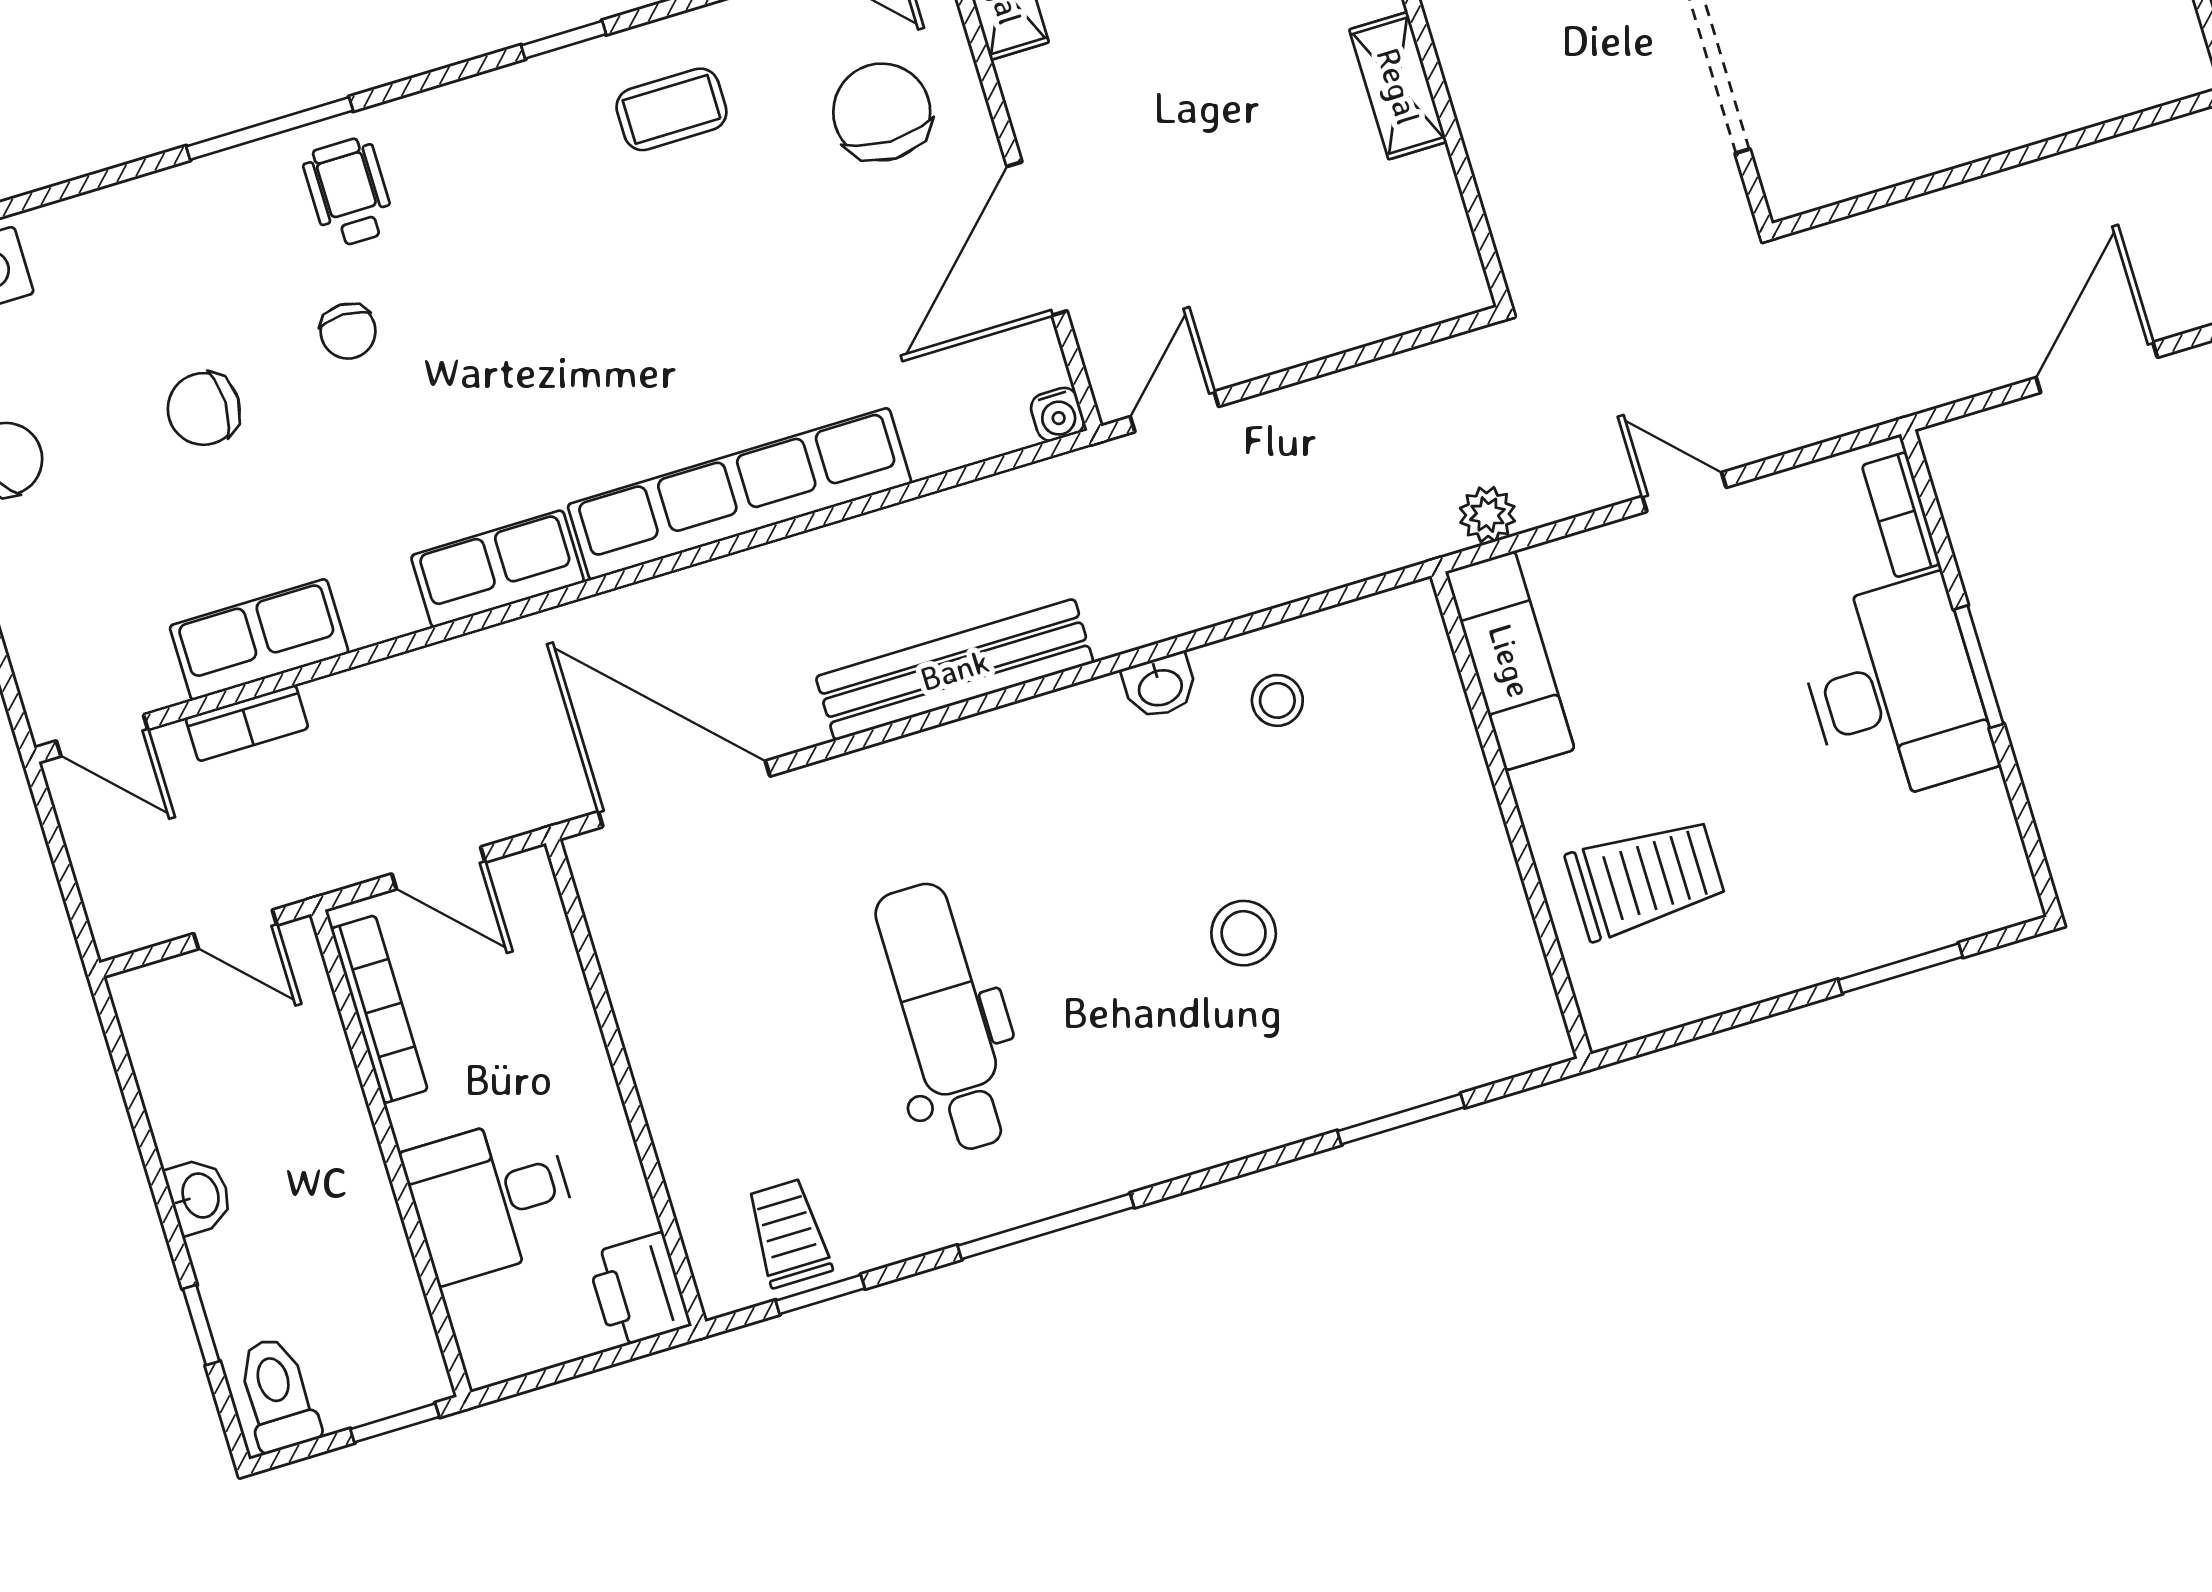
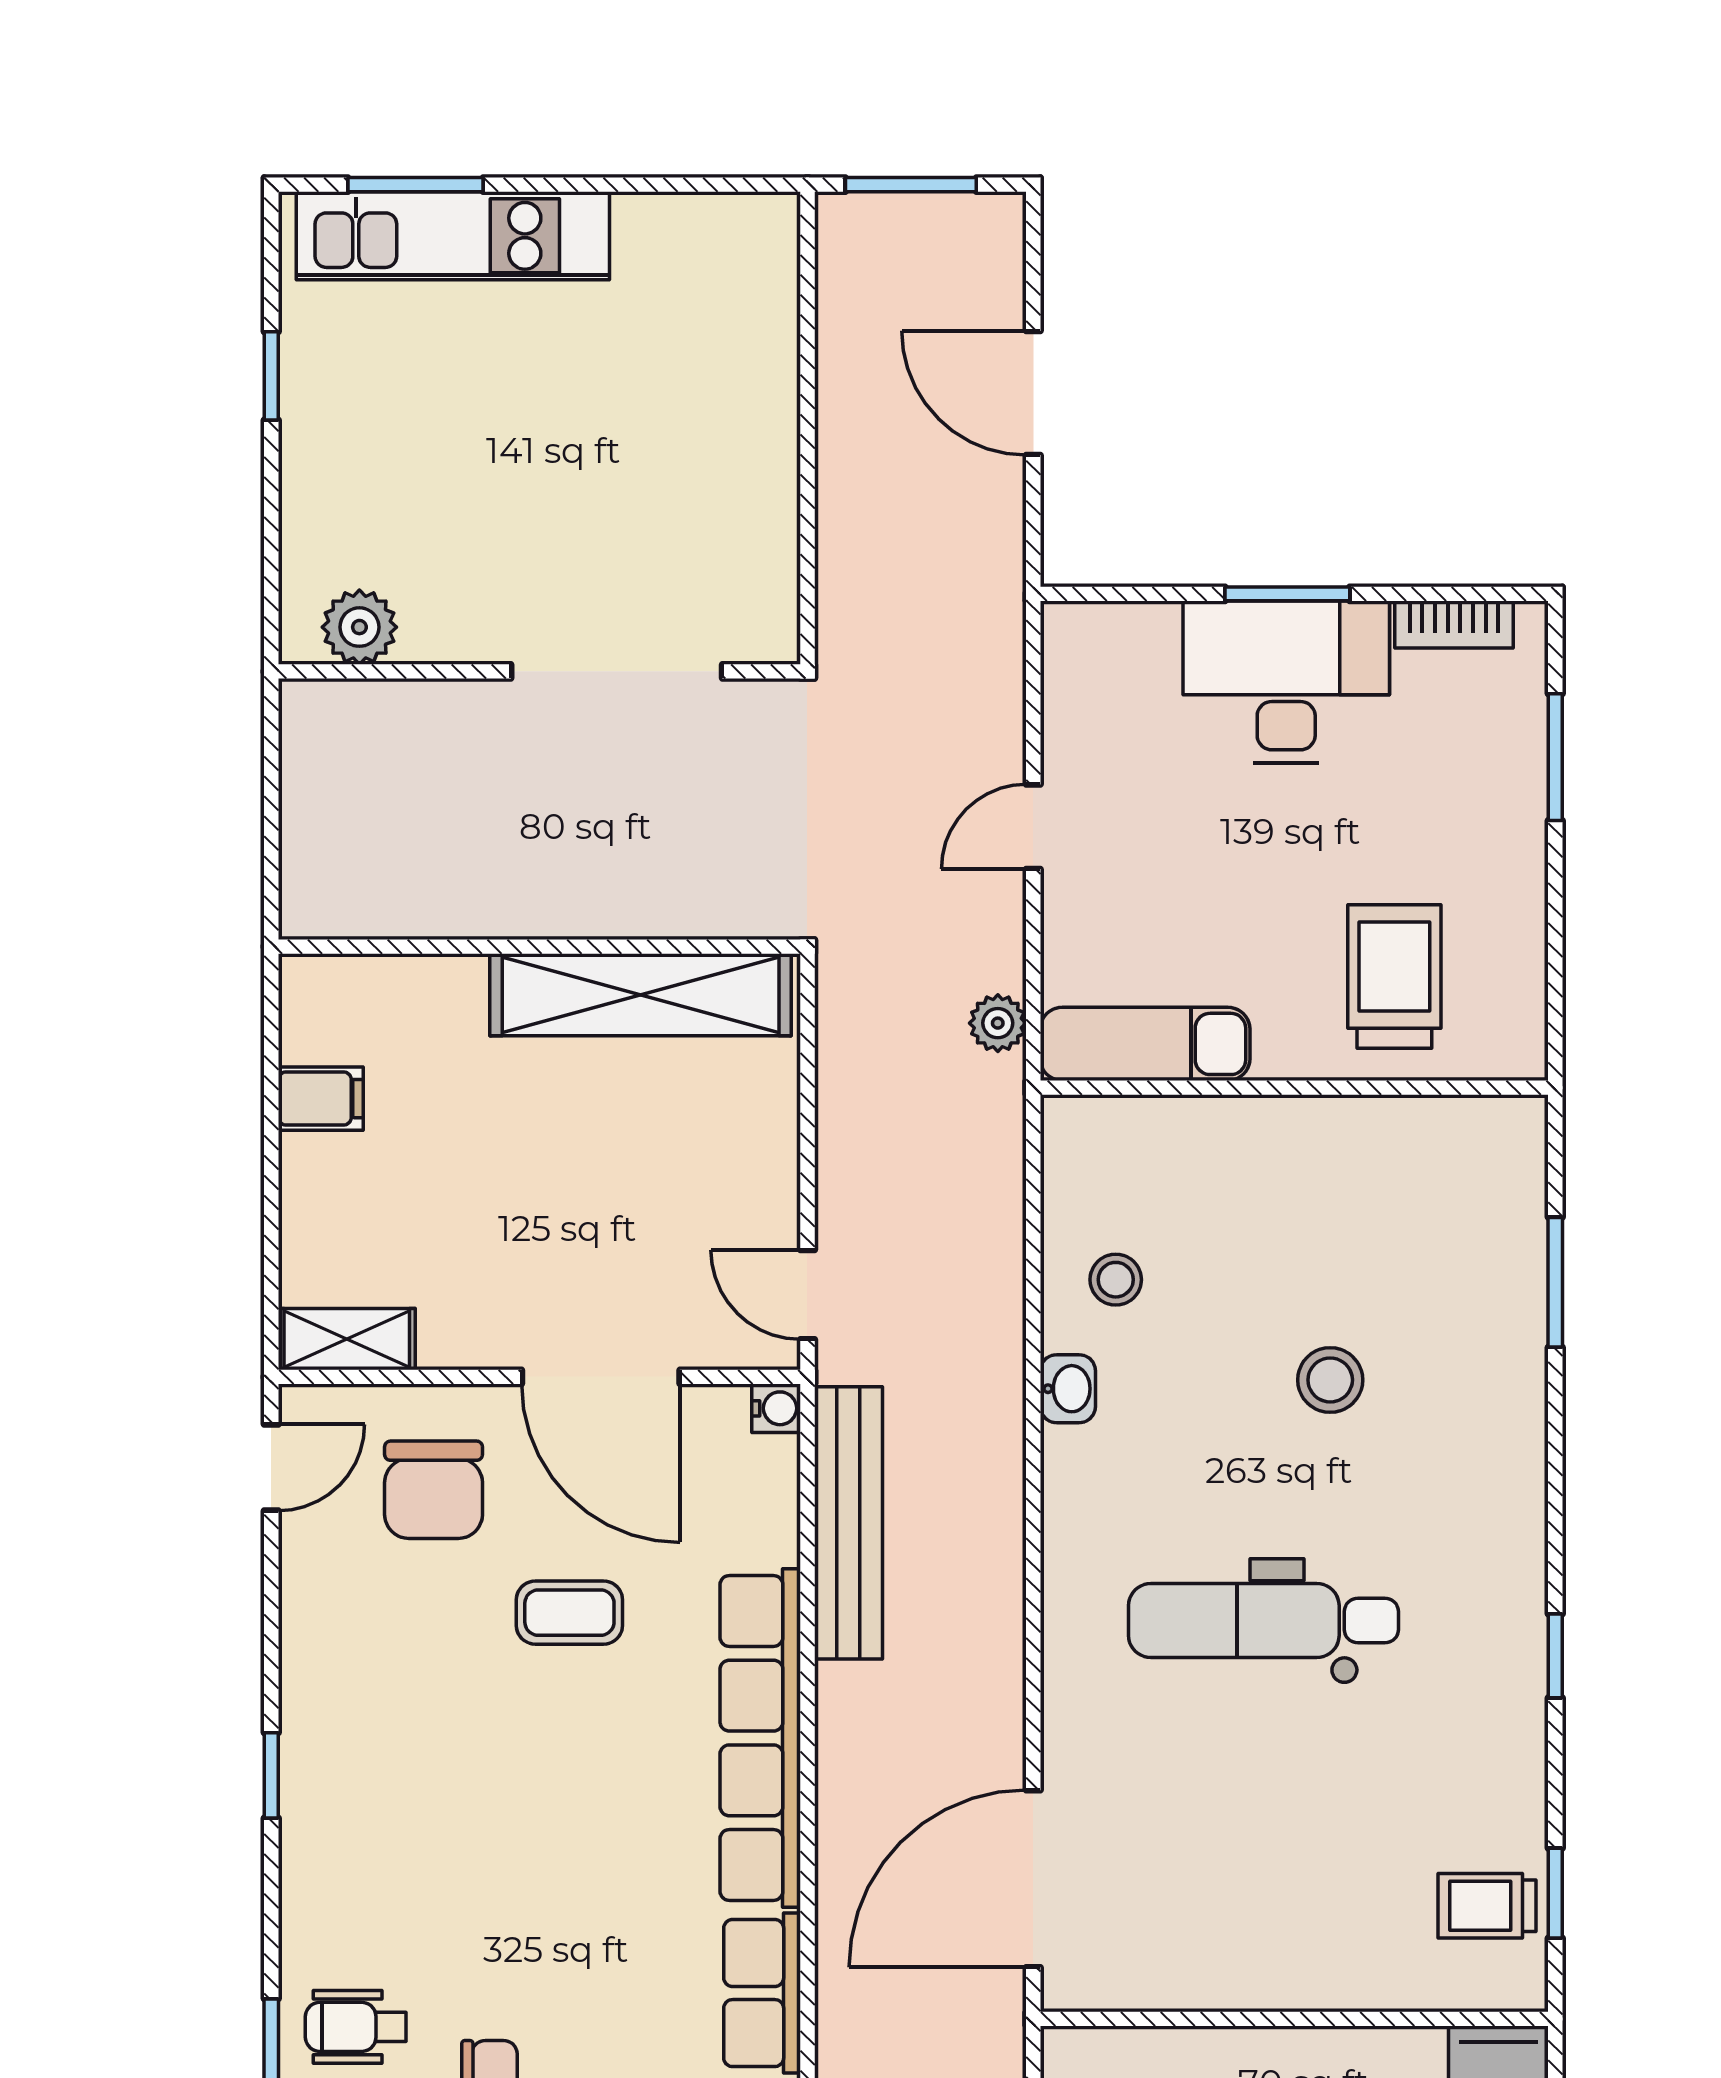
shelving: (1398, 86) -> (641, 995), width x2.20, depth x1.33
coffee table: (671, 109) -> (569, 1613), moved, turned 90
chair: (882, 112) -> (434, 1490), turned -90
bookcase: (1901, 515) -> (1454, 625), moved
bench: (955, 670) -> (848, 1523), moved
dental chair: (944, 1017) -> (1263, 1621), moved
window: (1046, 1226) -> (1555, 1656), width x0.46

